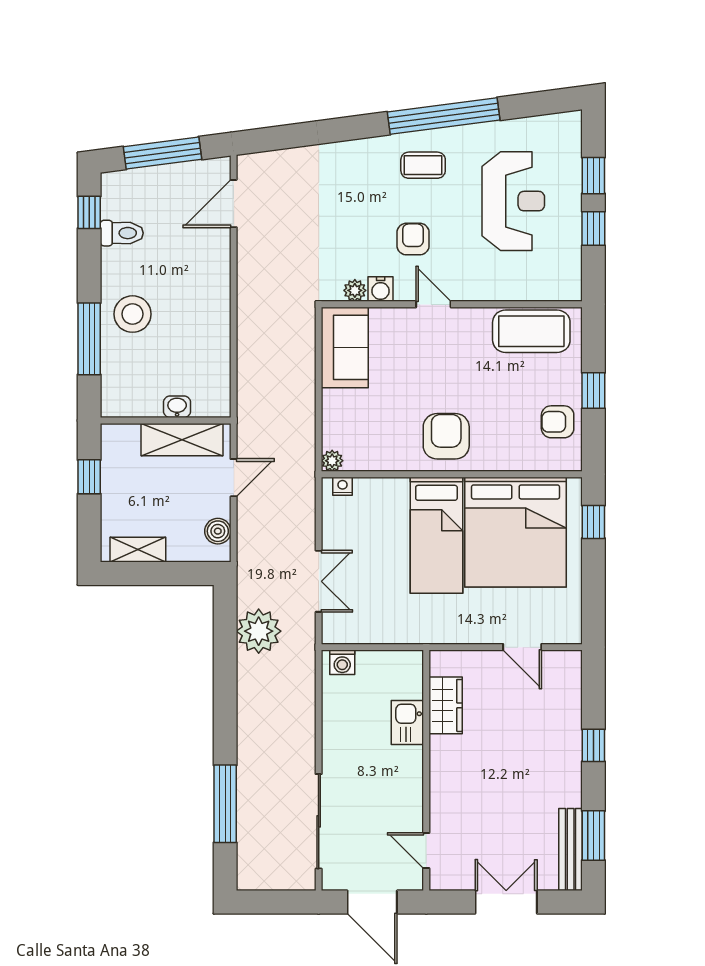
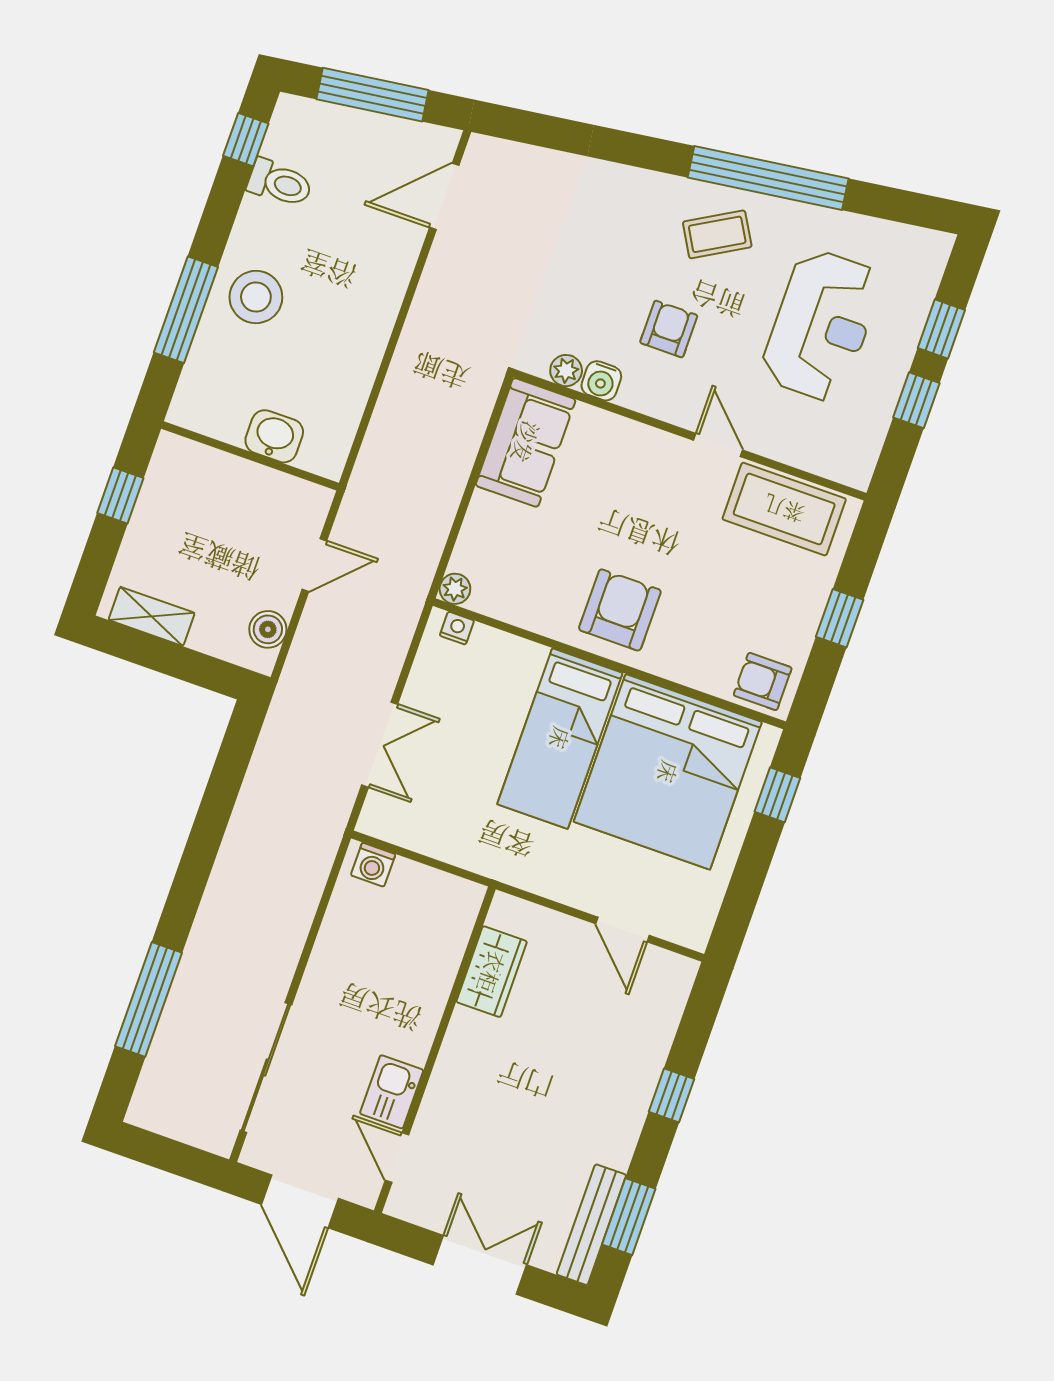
coffee table: (423, 165) -> (717, 234), turned -30
door: (433, 304) -> (718, 445), moved
washbasin: (177, 407) -> (274, 436), width x1.38, depth x1.45
armchair: (558, 422) -> (763, 681), moved
shelving: (182, 440) -> (263, 489), removed
plant: (259, 631) -> (275, 783), removed
kitchen sink: (407, 723) -> (392, 1092), moved

